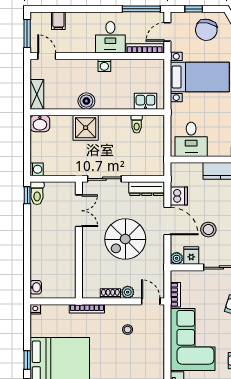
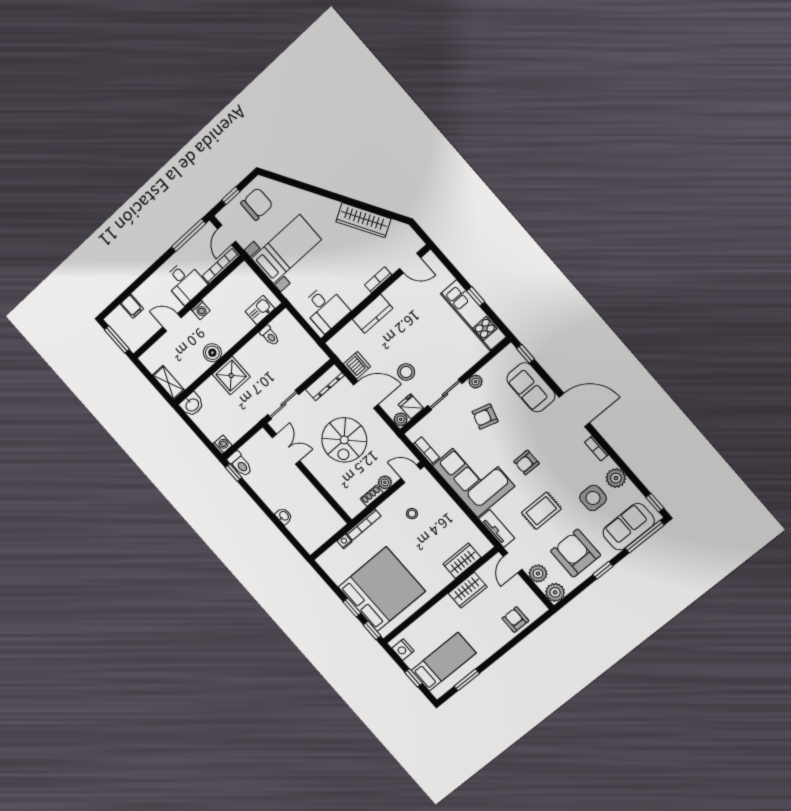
chair: (206, 30) -> (257, 204), turned -101
door: (47, 56) -> (172, 322), moved
washbasin: (36, 287) -> (284, 516), moved
nightstand: (35, 309) -> (345, 541), moved

